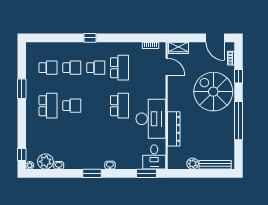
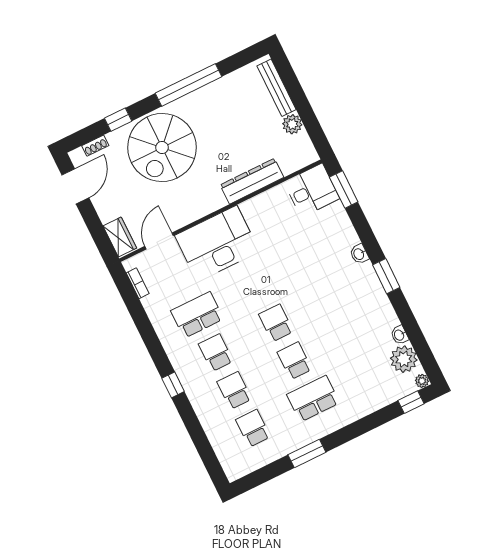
school desk: (120, 106) -> (276, 323), moved, width x0.54
desk: (151, 119) -> (217, 243), moved

